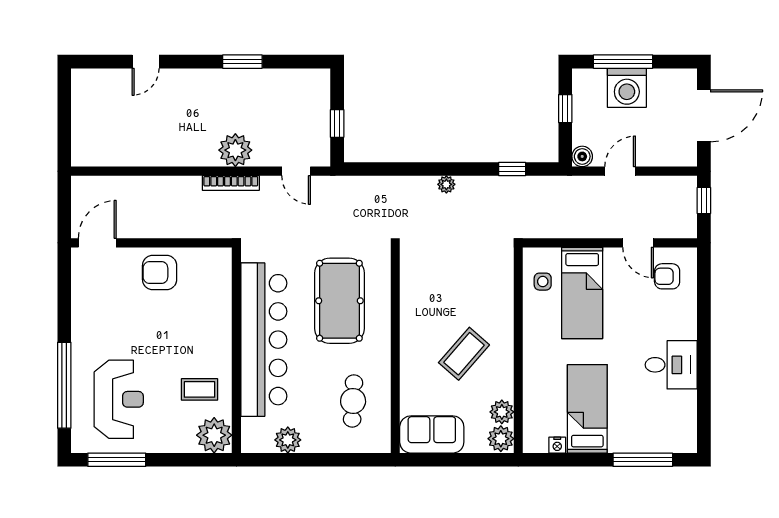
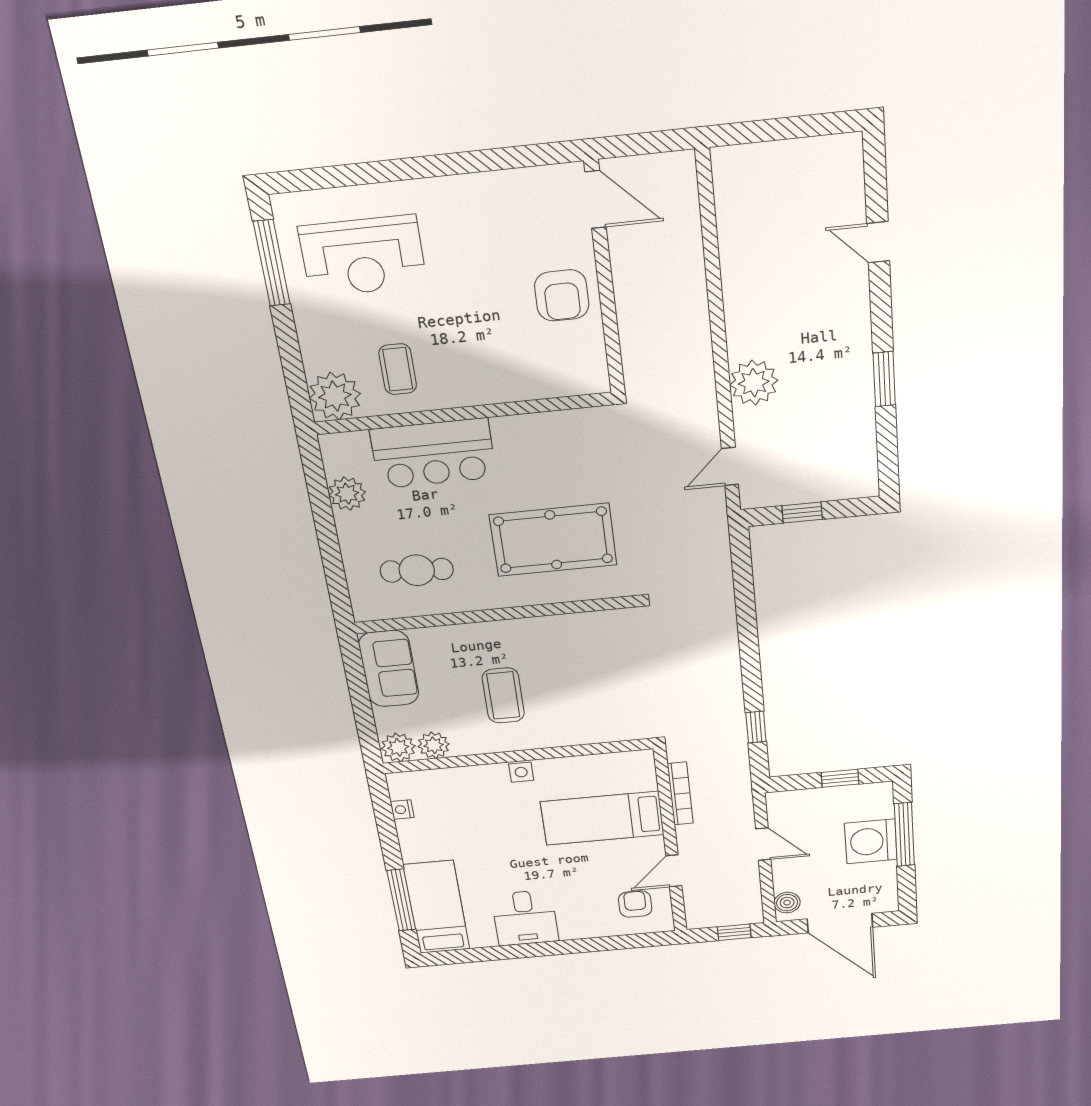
boiler: (582, 156) -> (787, 903), moved
bookcase: (231, 183) -> (680, 794), moved, turned 180
plant: (446, 184) -> (728, 654), removed
armchair: (160, 272) -> (562, 295), turned 180
side table: (543, 282) -> (521, 772), moved
bar counter: (264, 340) -> (433, 453), width x0.54
coffee table: (464, 354) -> (503, 695), turned 49
window: (64, 385) -> (370, 173), removed
bed: (587, 409) -> (437, 907), moved, turned -90

